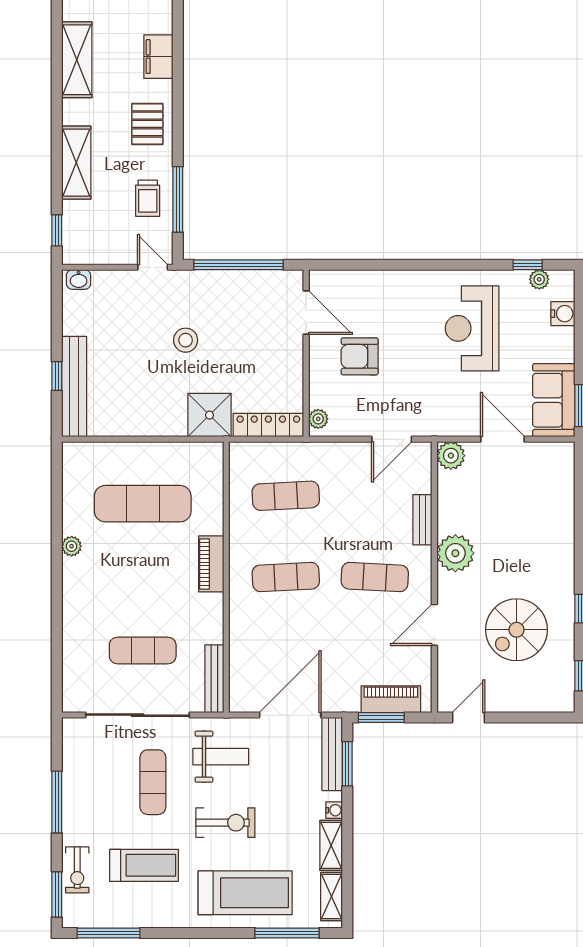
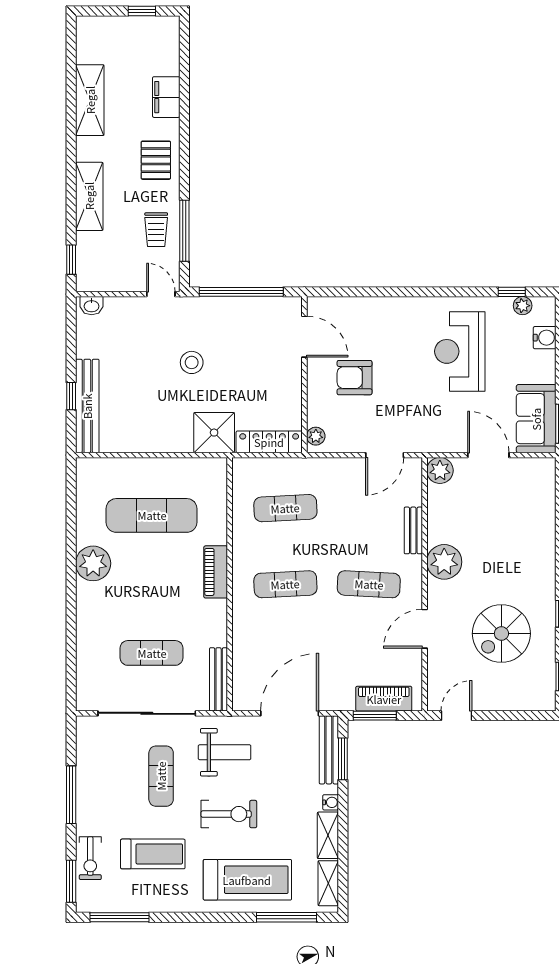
plant: (72, 546) -> (93, 563), width x1.87, depth x1.87

